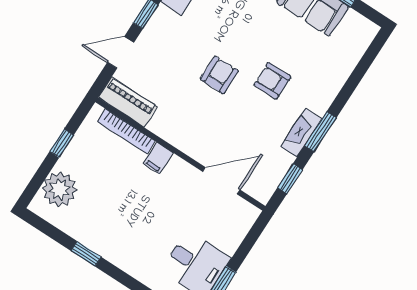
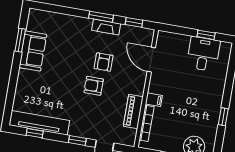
armchair: (272, 81) -> (104, 62), moved
piano: (128, 102) -> (133, 111), moved

